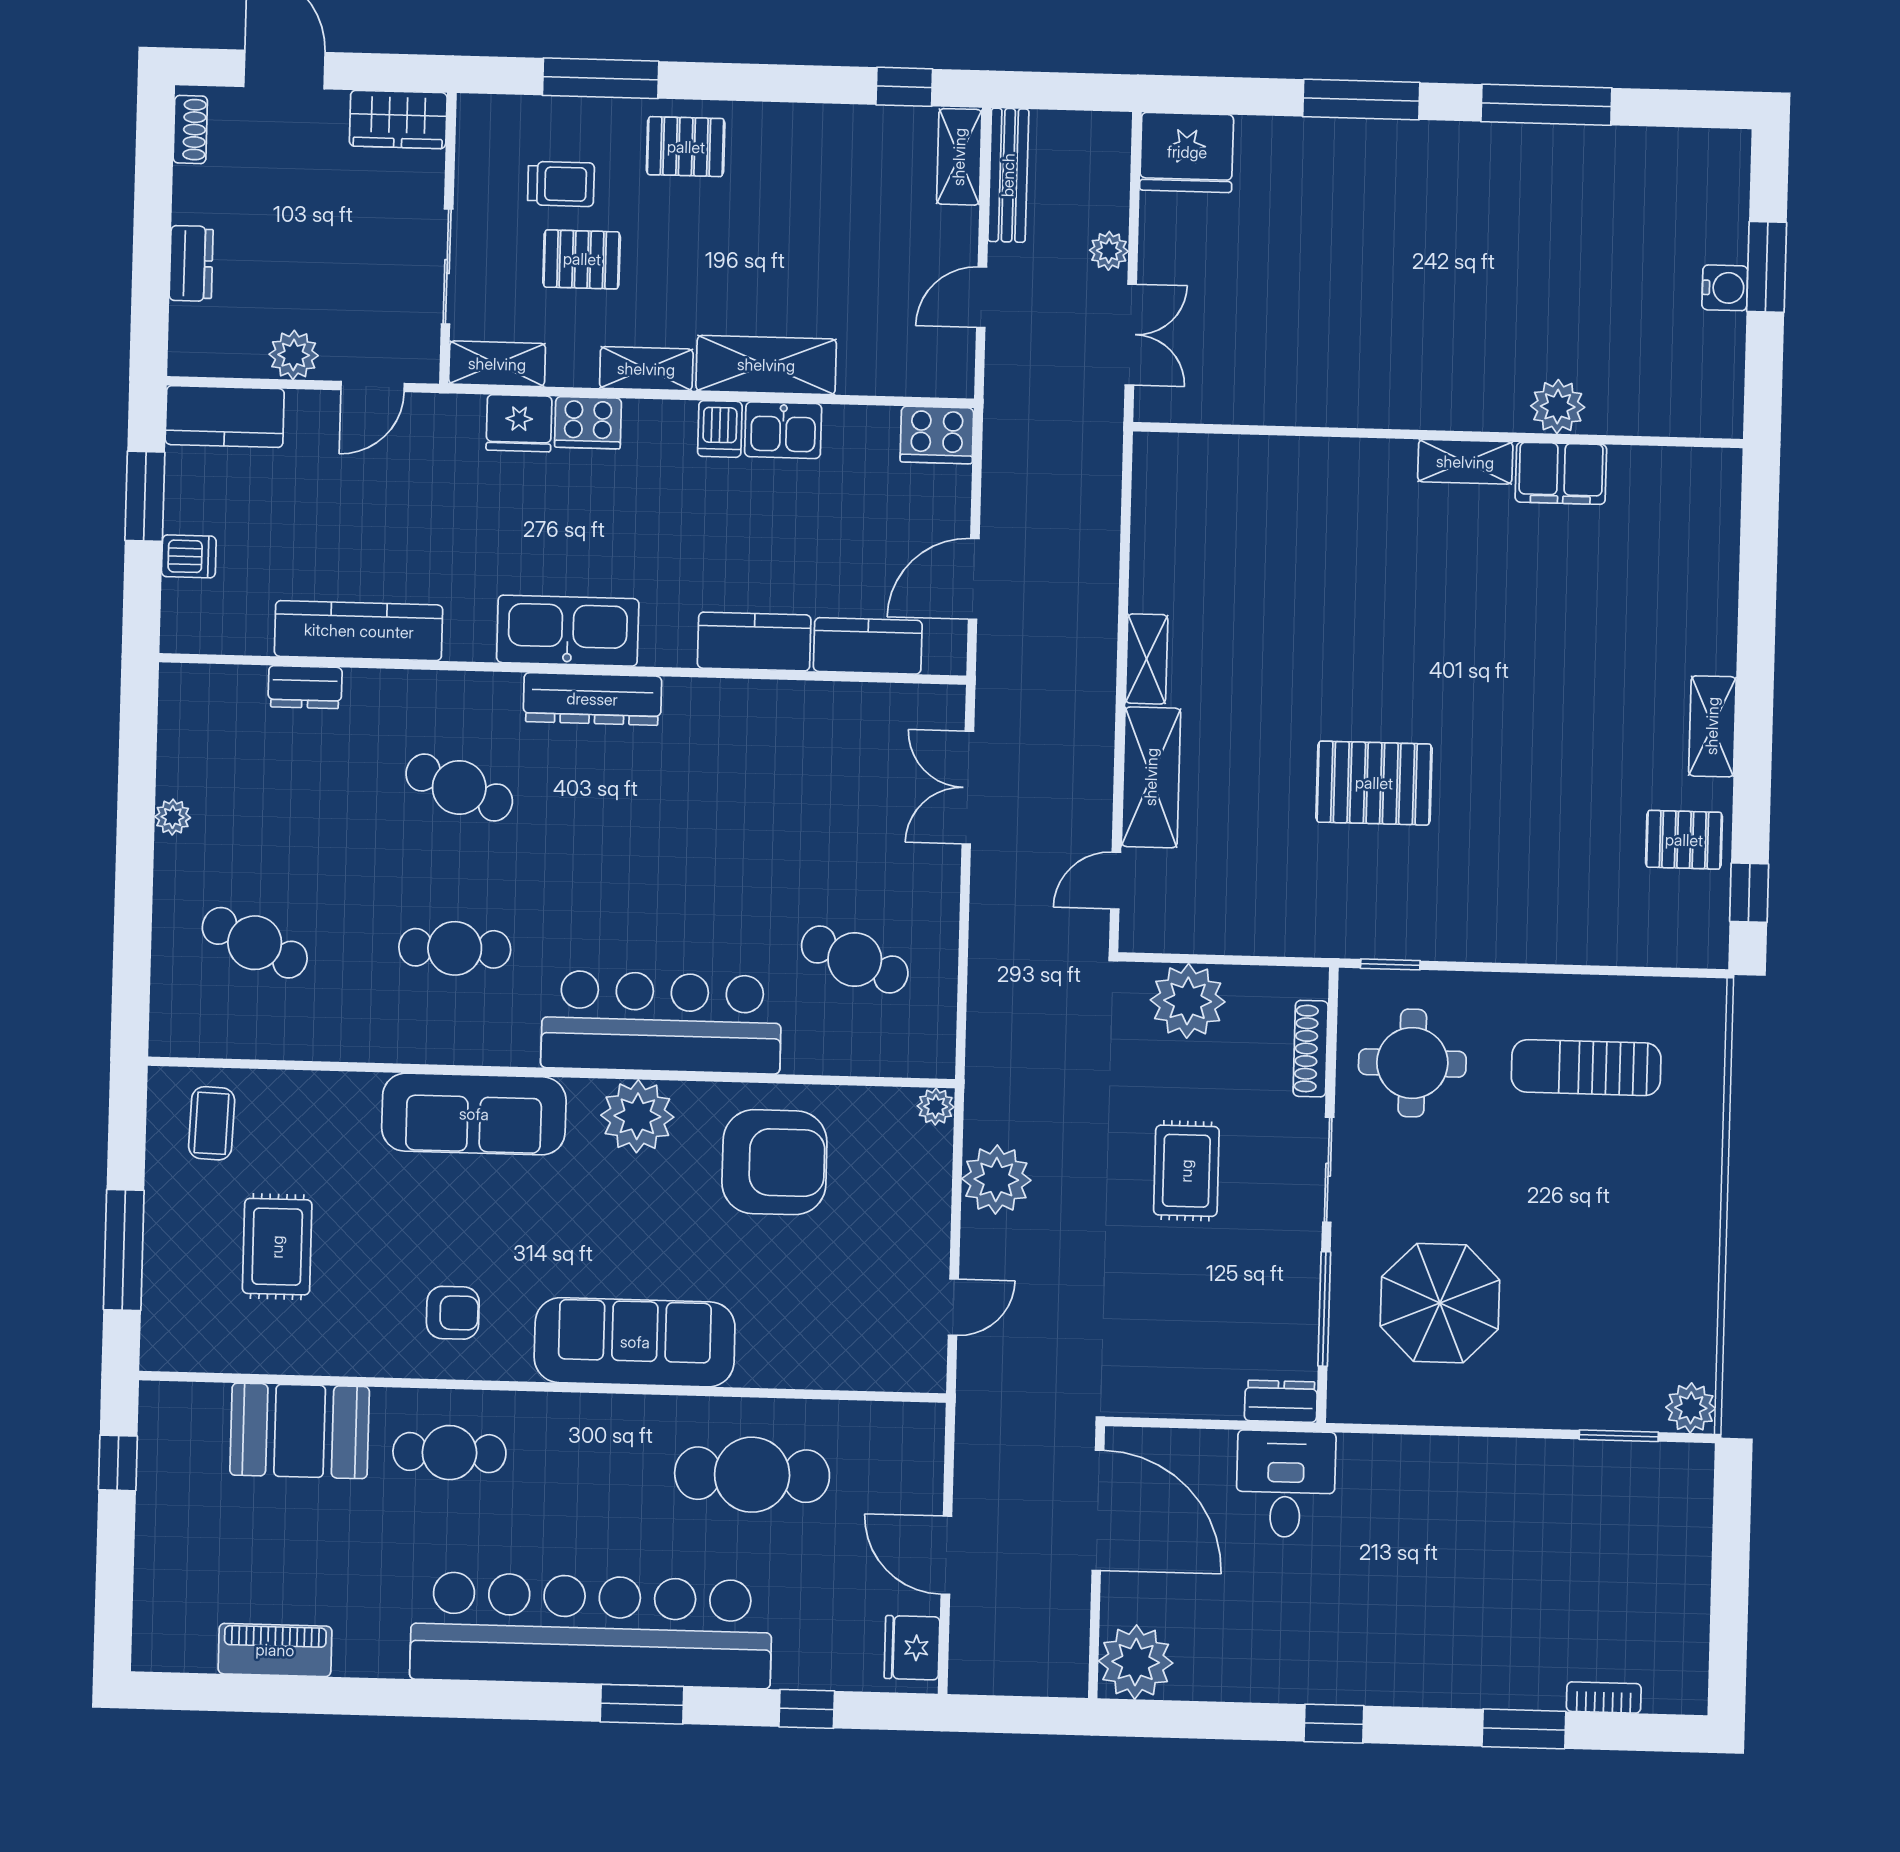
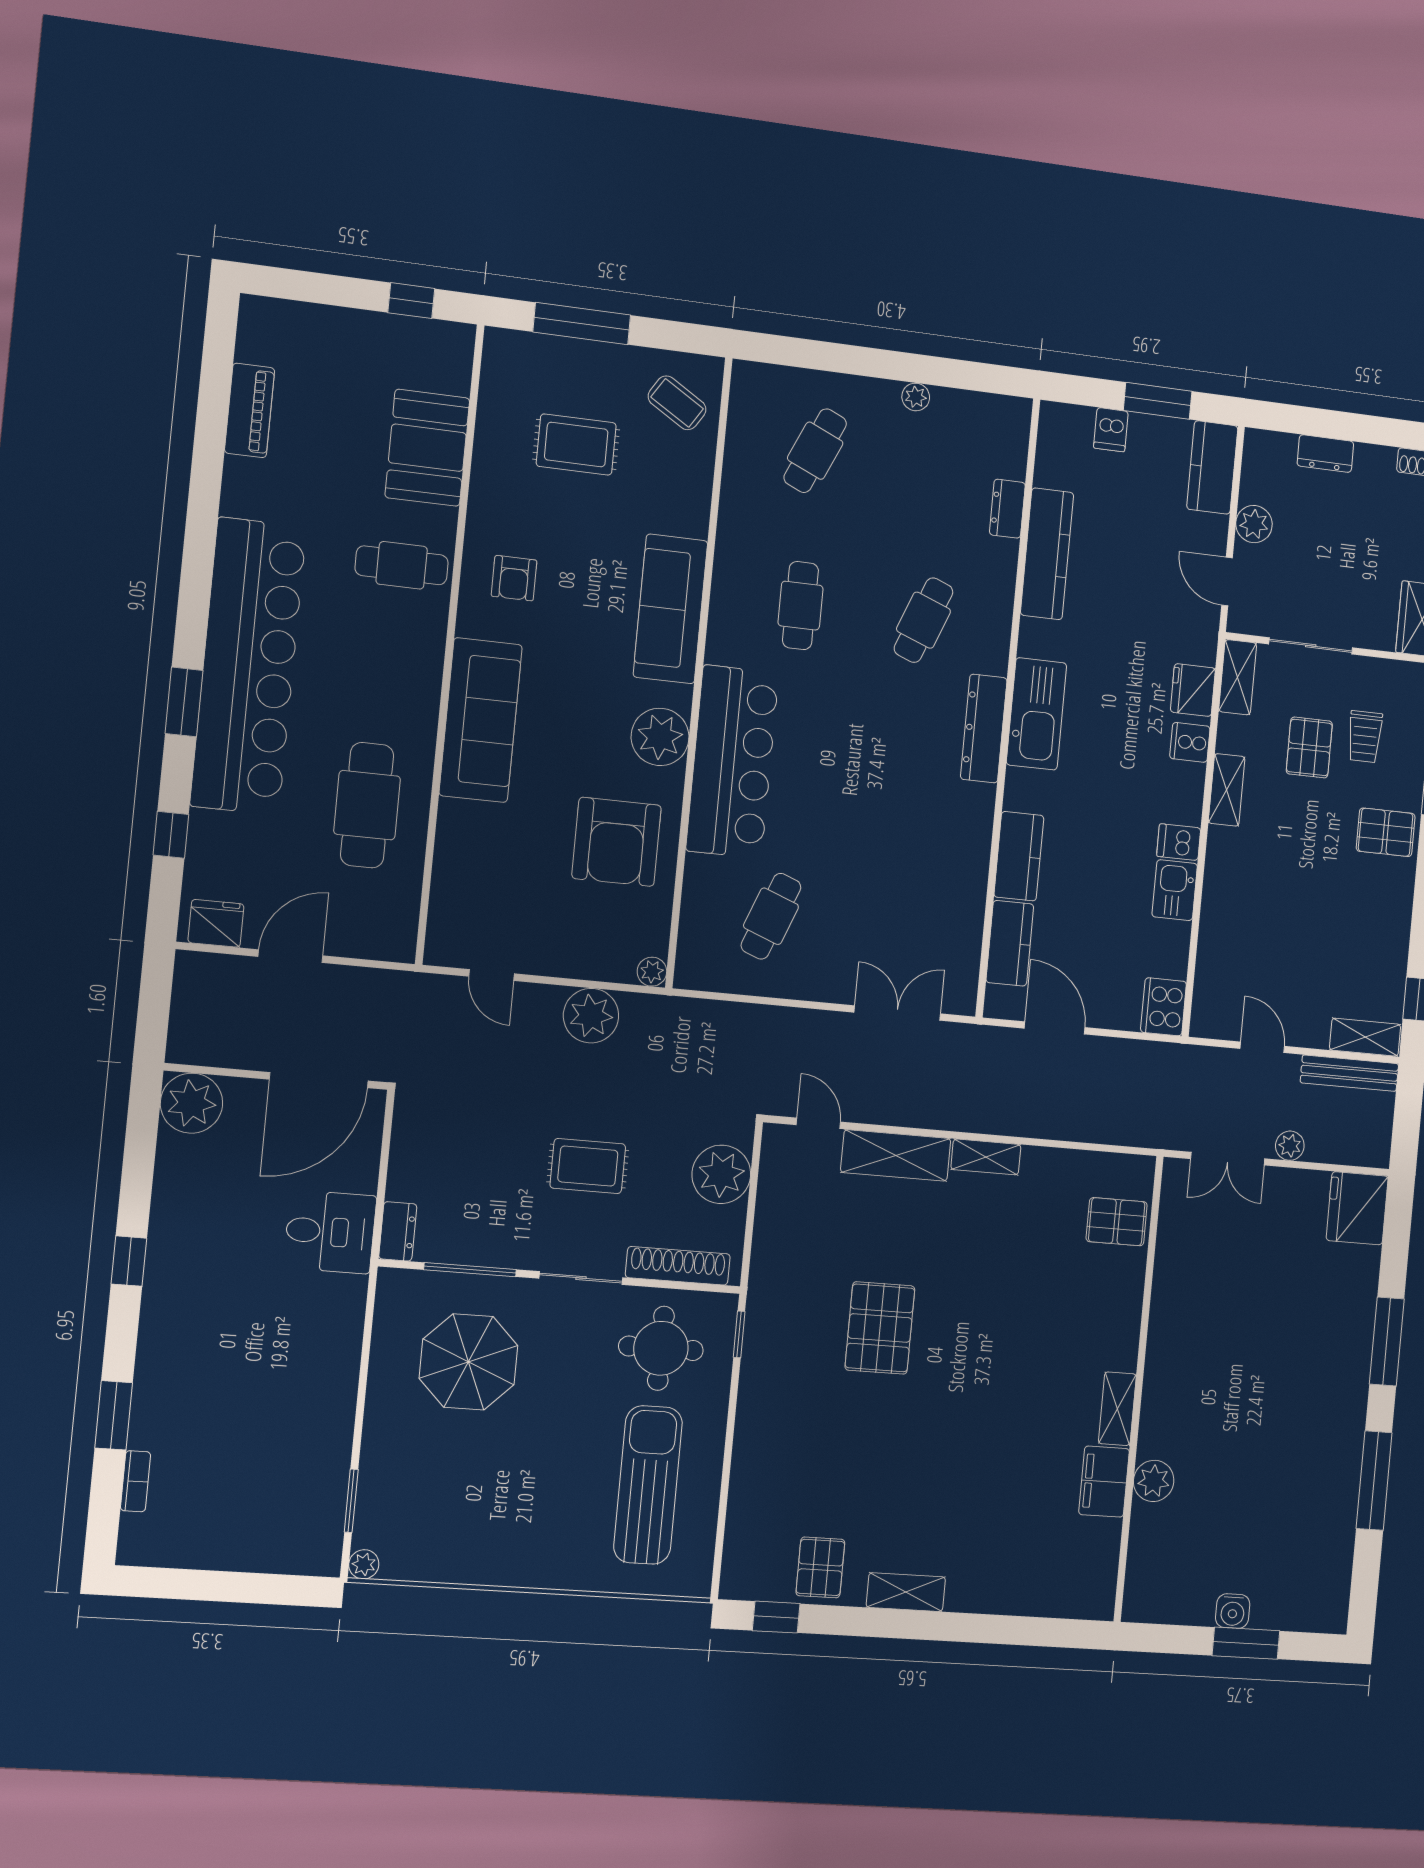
pallet: (686, 147) -> (1386, 832), turned 90
shelving: (766, 365) -> (1223, 881), removed
cooker: (588, 423) -> (1190, 742), width x0.73
pallet: (1221, 479) -> (1117, 1222), added
shoe rack: (1311, 1049) -> (678, 1266), width x1.36, depth x1.24
sun lounger: (1586, 1068) -> (648, 1485), width x1.36, depth x1.34
coffee table: (212, 1123) -> (677, 403), turned 30
plant: (1691, 1408) -> (364, 1564), width x0.73, depth x0.73
cafe table: (449, 1453) -> (402, 565), turned 90

